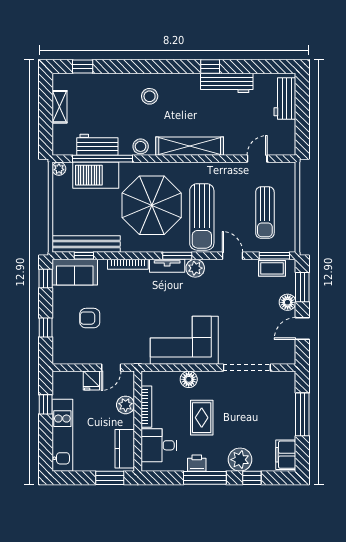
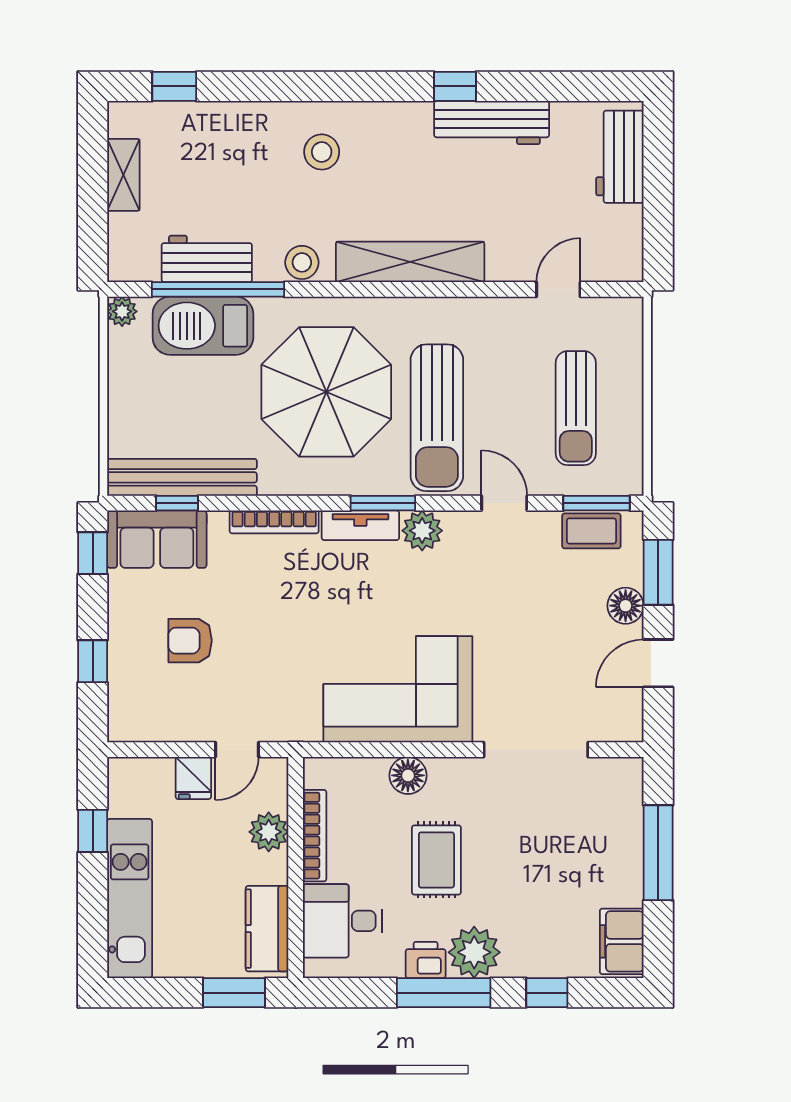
plant: (240, 460) -> (474, 952), moved

